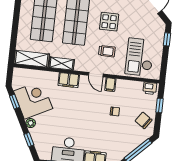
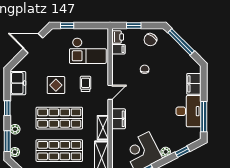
filing cabinet: (110, 85) -> (118, 49), moved

